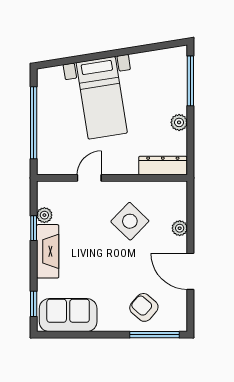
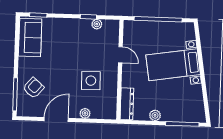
side table: (130, 221) -> (91, 81), turned 45
fireplace: (48, 251) -> (73, 26), removed

